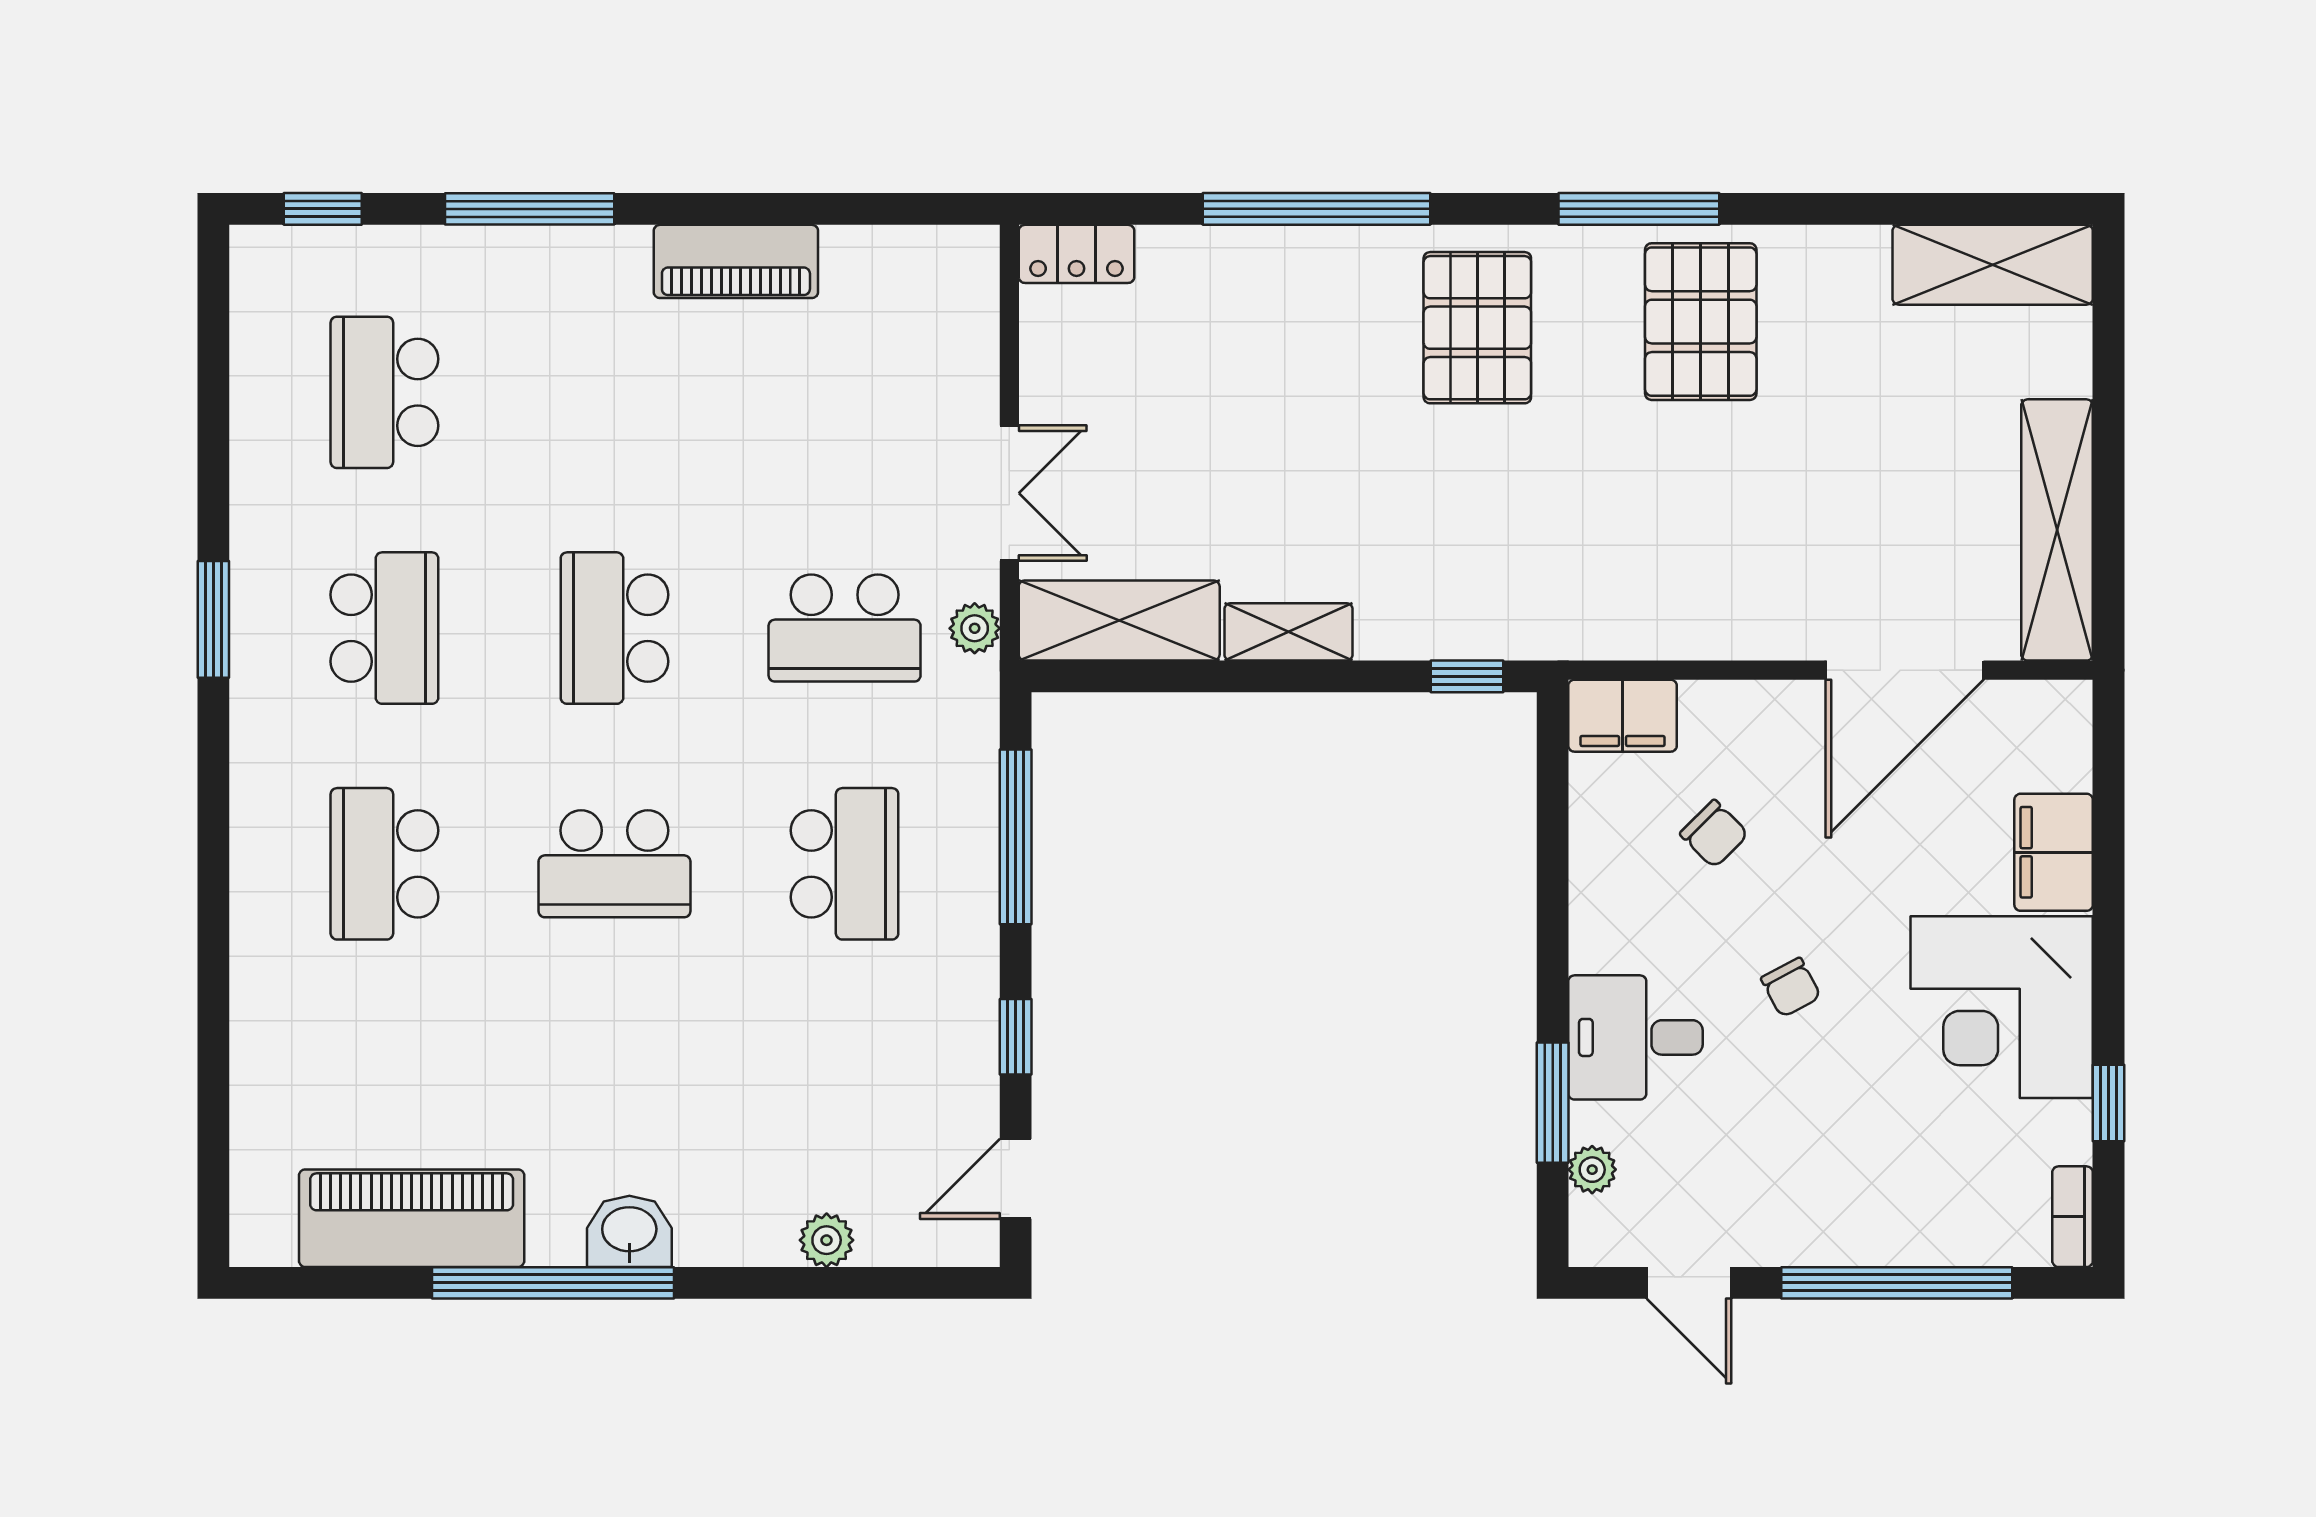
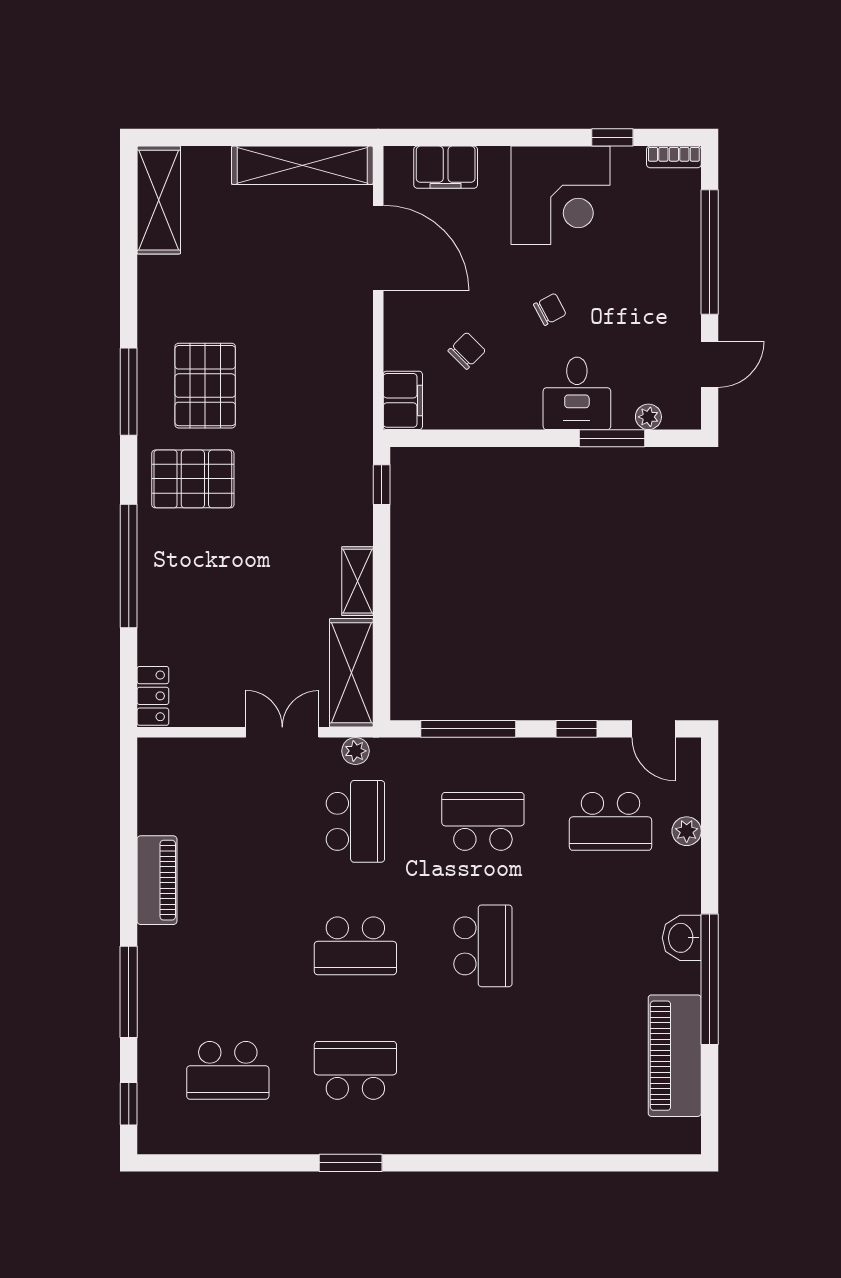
pallet: (1701, 322) -> (205, 386), moved, turned 90
filing cabinet: (2054, 852) -> (446, 167), moved
school desk: (384, 864) -> (610, 821), moved

